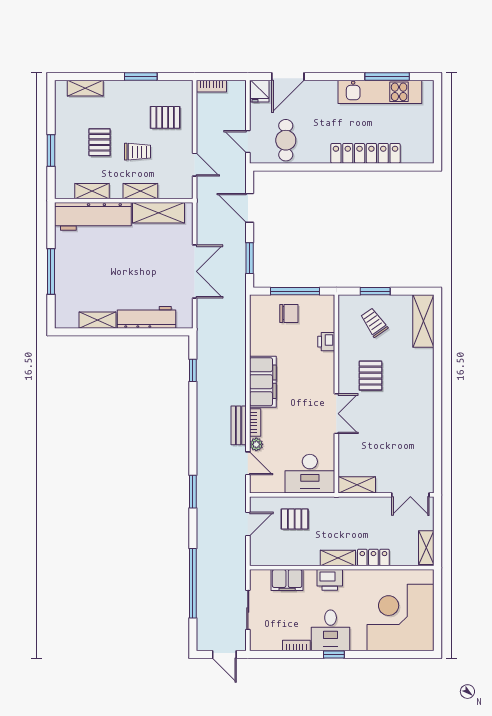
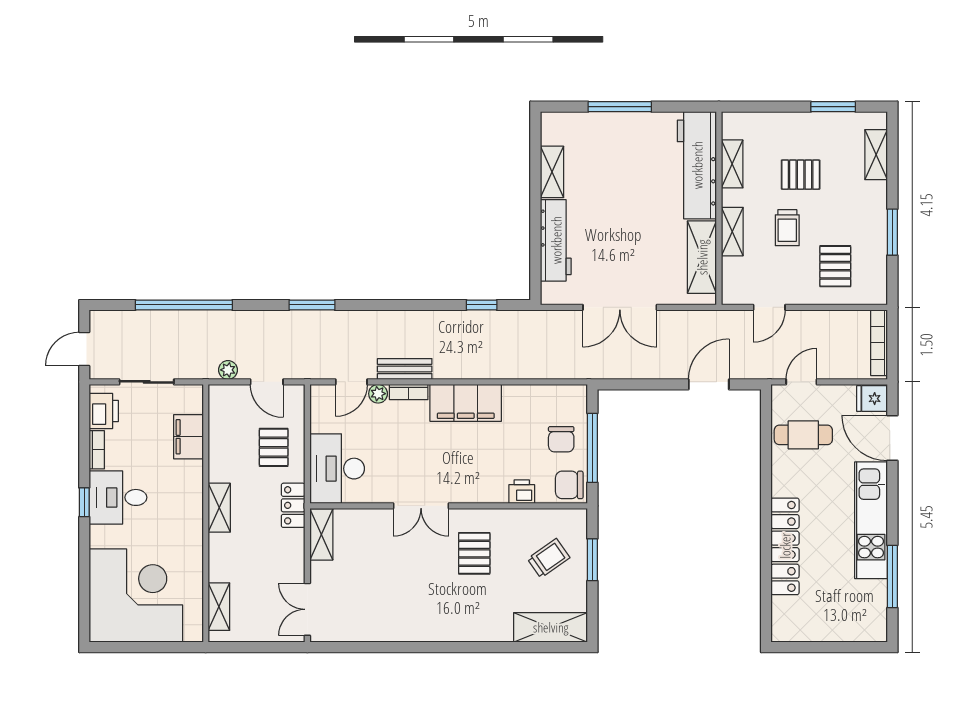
bookcase: (211, 86) -> (879, 343), width x1.56
kitchen unit: (380, 92) -> (871, 520), moved
window: (51, 151) -> (833, 107), moved
window: (250, 258) -> (639, 384), removed
chair: (322, 308) -> (569, 485), added
pallet: (370, 376) -> (474, 553), turned 90
shelving: (426, 548) -> (219, 607), moved, turned 90
plant: (239, 552) -> (228, 370), added
locker: (373, 557) -> (293, 505), moved, turned 180
printer: (330, 580) -> (104, 411), moved, turned 180

